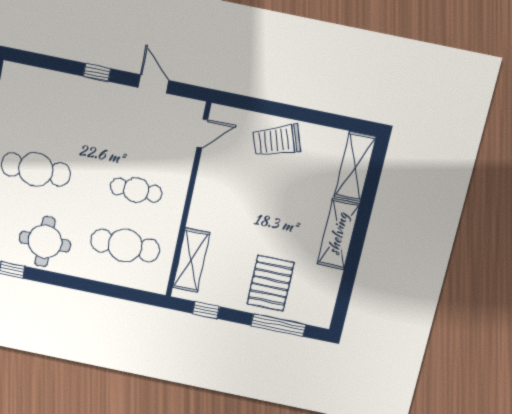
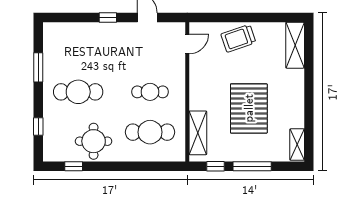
shelving: (338, 234) -> (297, 145), moved, width x0.67, depth x0.75
pallet: (271, 283) -> (249, 108), moved, width x1.37, depth x1.41
window: (278, 325) -> (252, 166), moved

